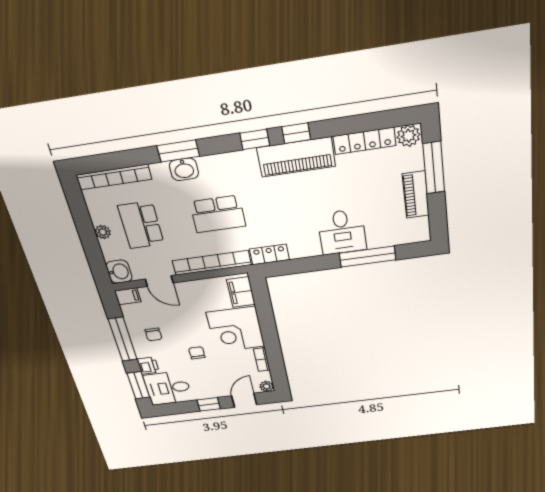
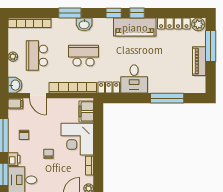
washbasin: (184, 169) -> (84, 24), moved
school desk: (218, 214) -> (84, 56), turned 180
desk: (342, 232) -> (134, 79), moved

